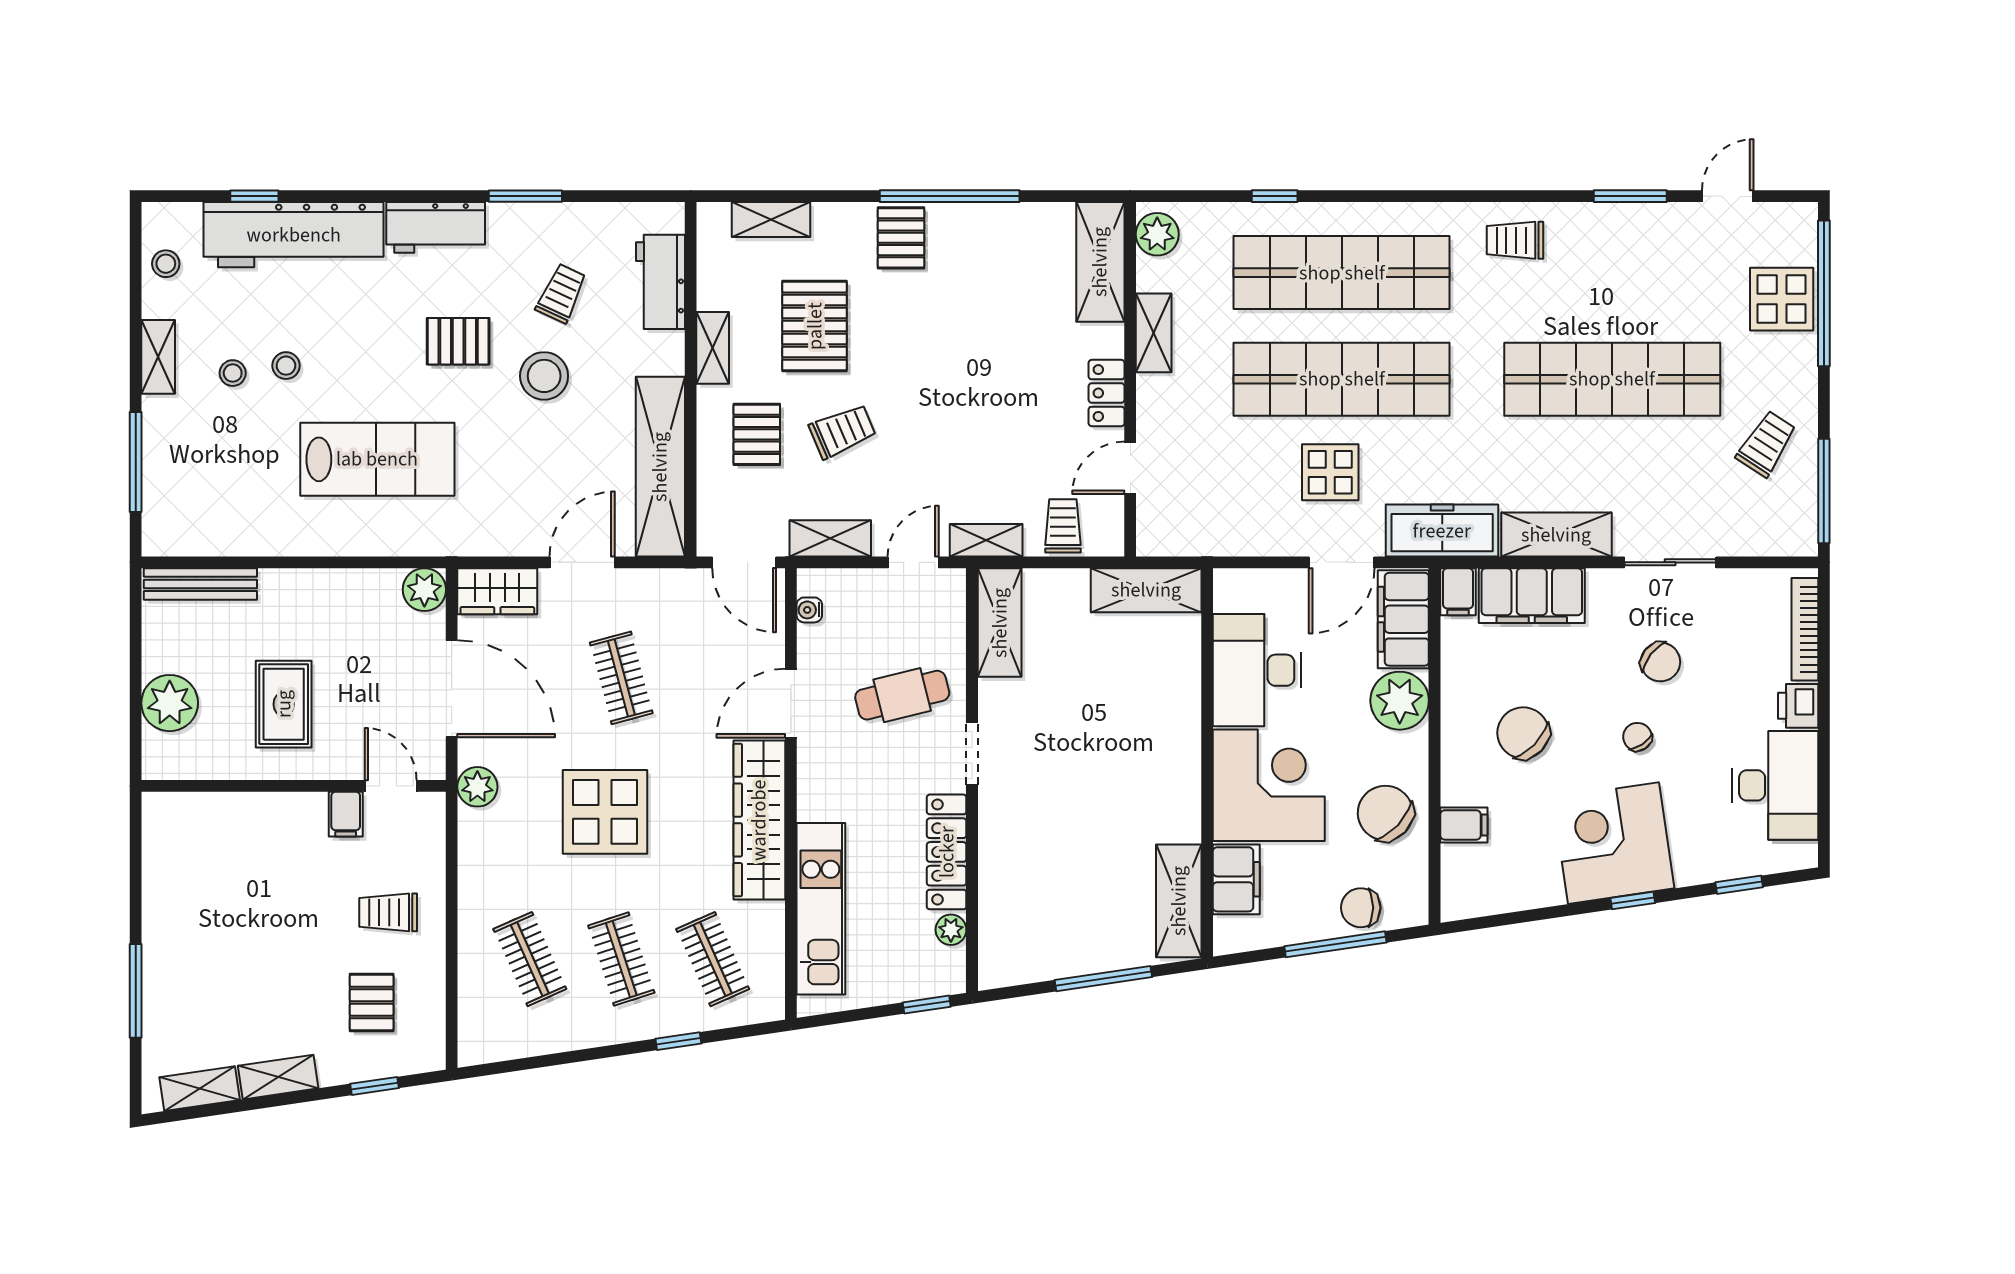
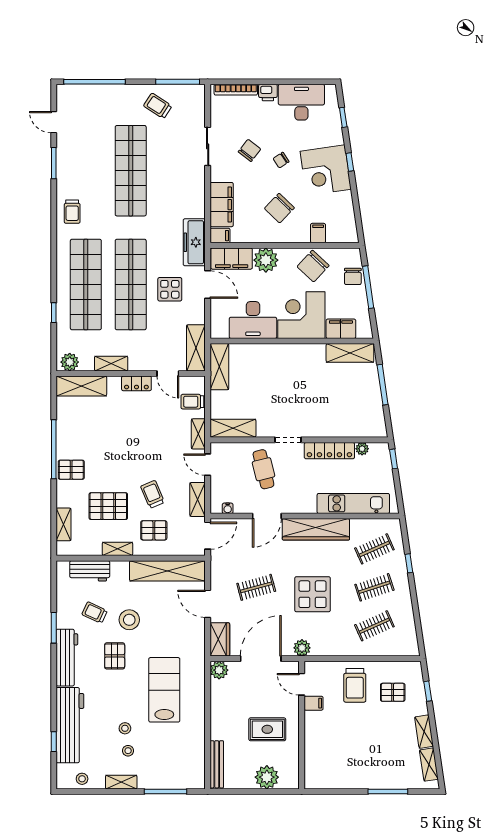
workbench: (436, 227) -> (67, 658), width x1.38
display table: (1782, 299) -> (97, 100), removed
shelving: (1556, 535) -> (196, 348), moved
door: (791, 703) -> (267, 516), hinge flipped
door: (391, 786) -> (302, 684), hinge flipped
trolley: (388, 912) -> (355, 685), width x1.36, depth x1.39

